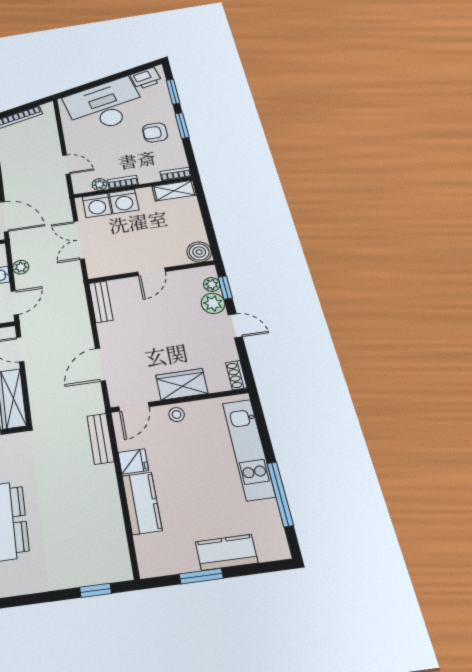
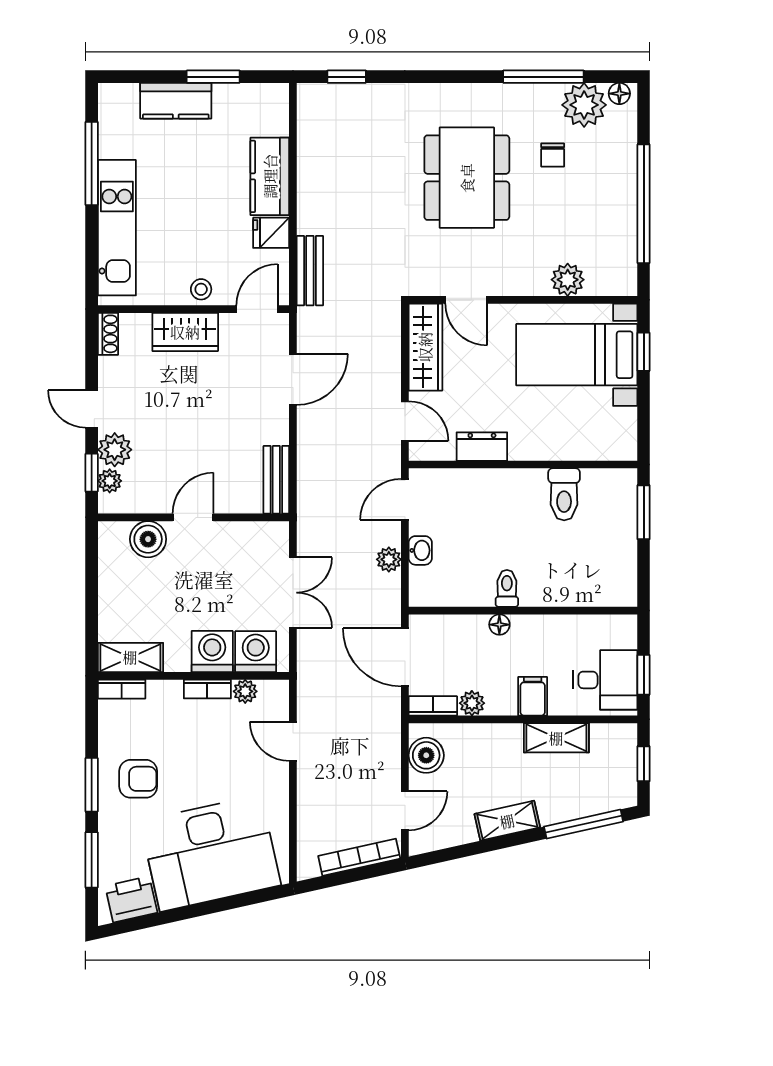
boiler: (199, 252) -> (148, 539), moved

